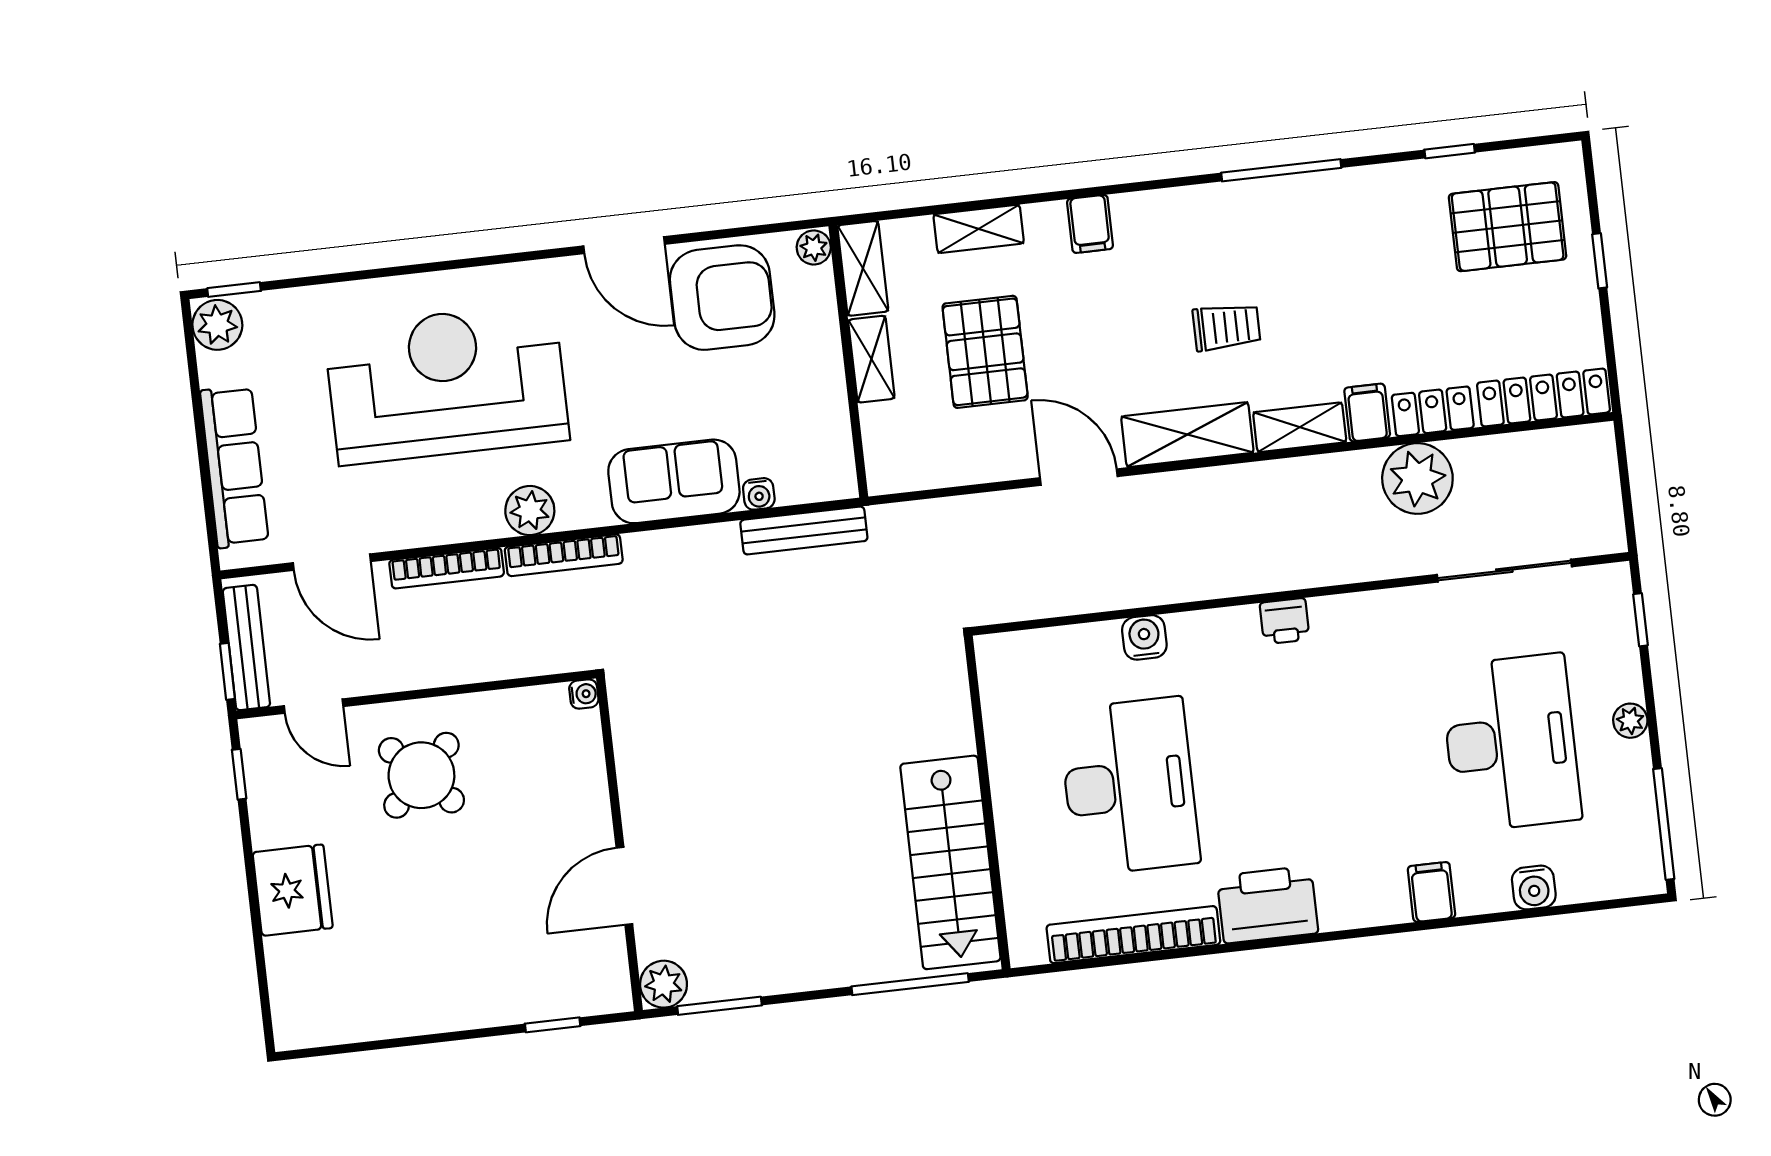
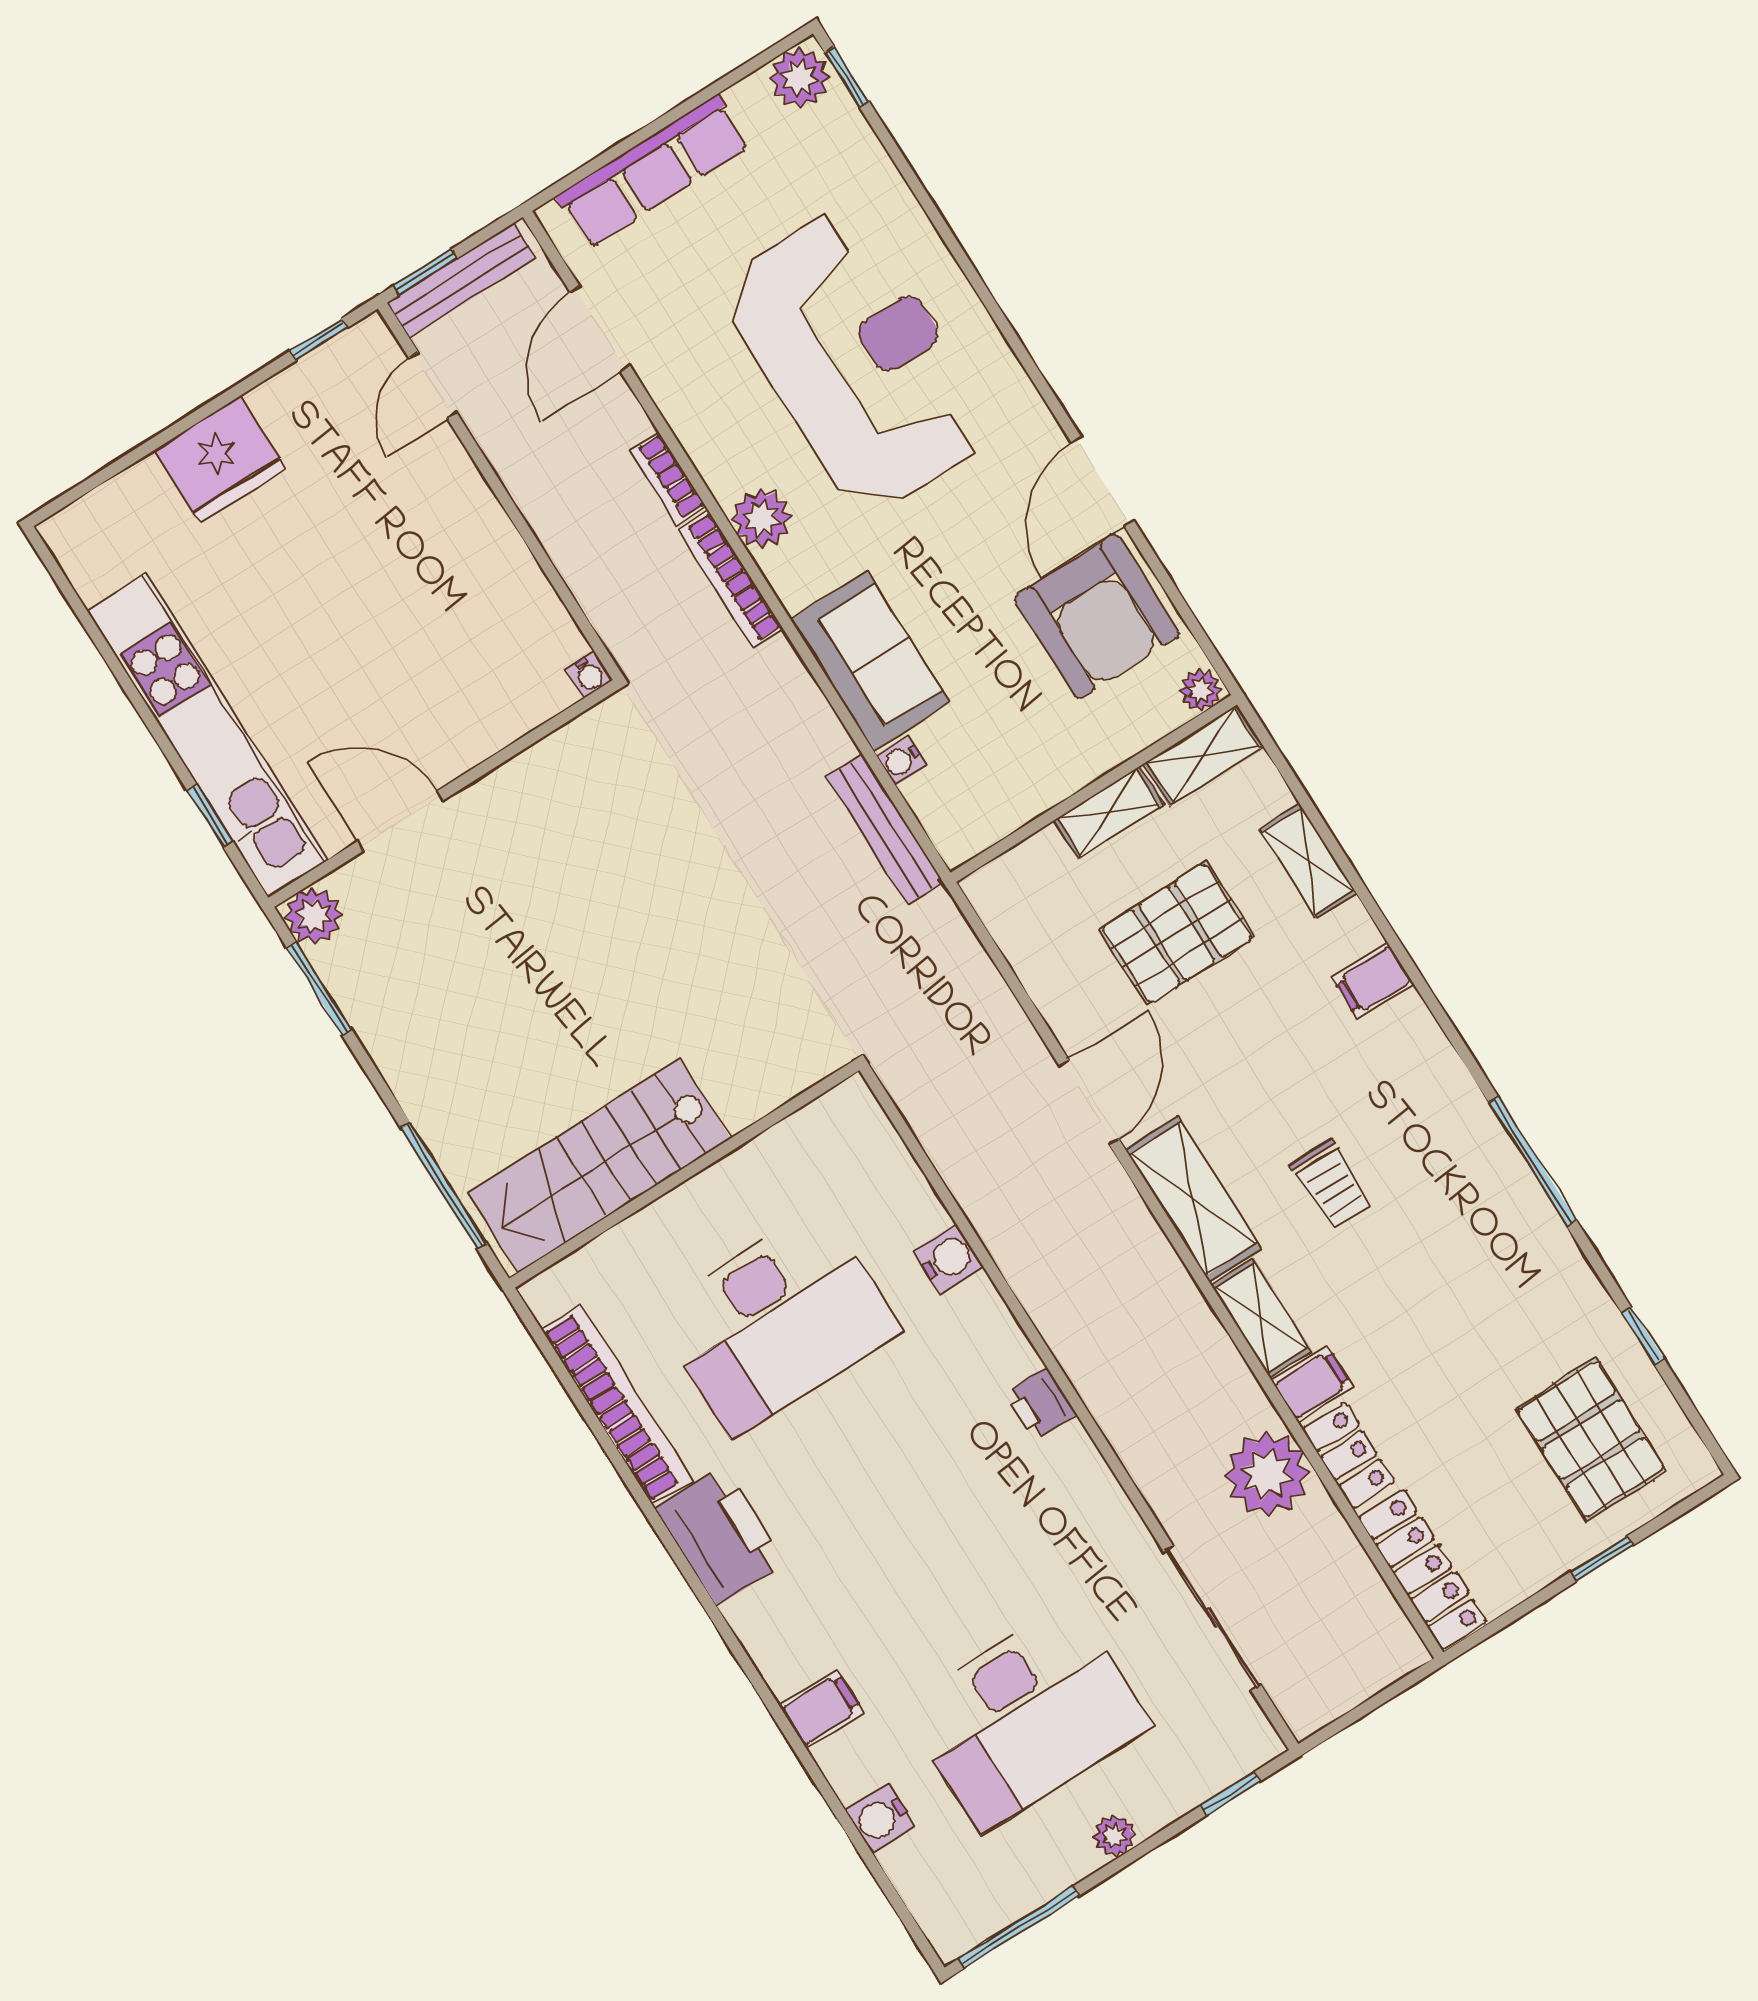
bookcase: (447, 568) -> (668, 479), width x0.64
round table: (421, 775) -> (414, 540), removed
kitchen unit: (492, 998) -> (207, 735), added

